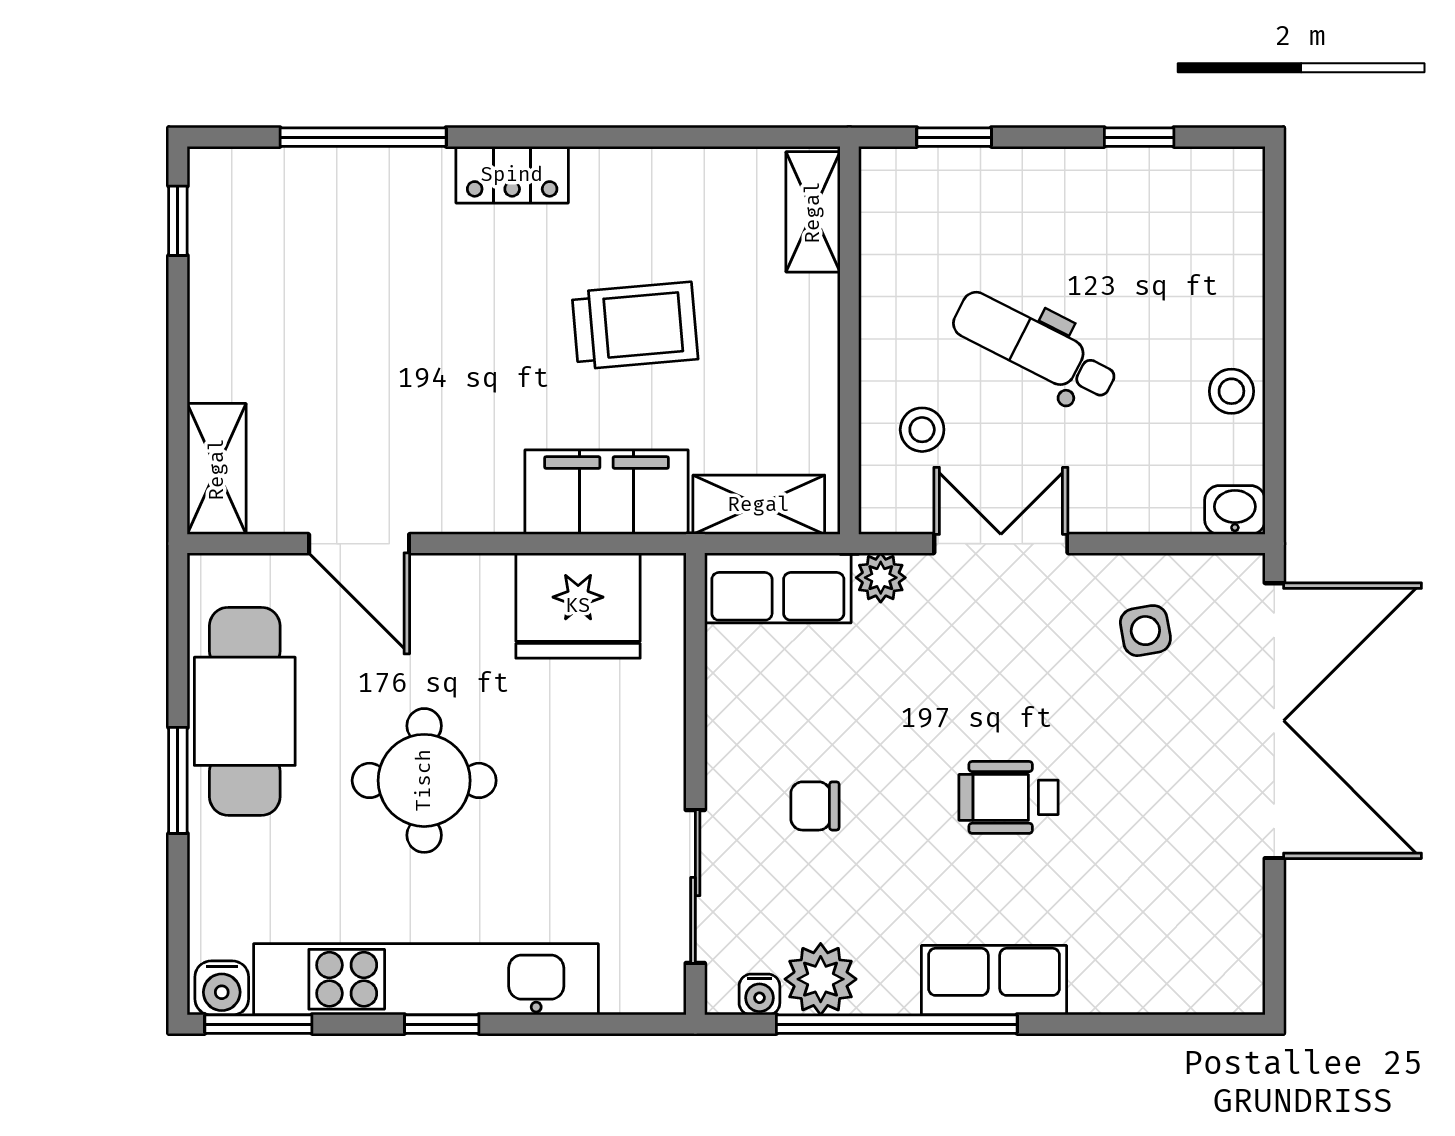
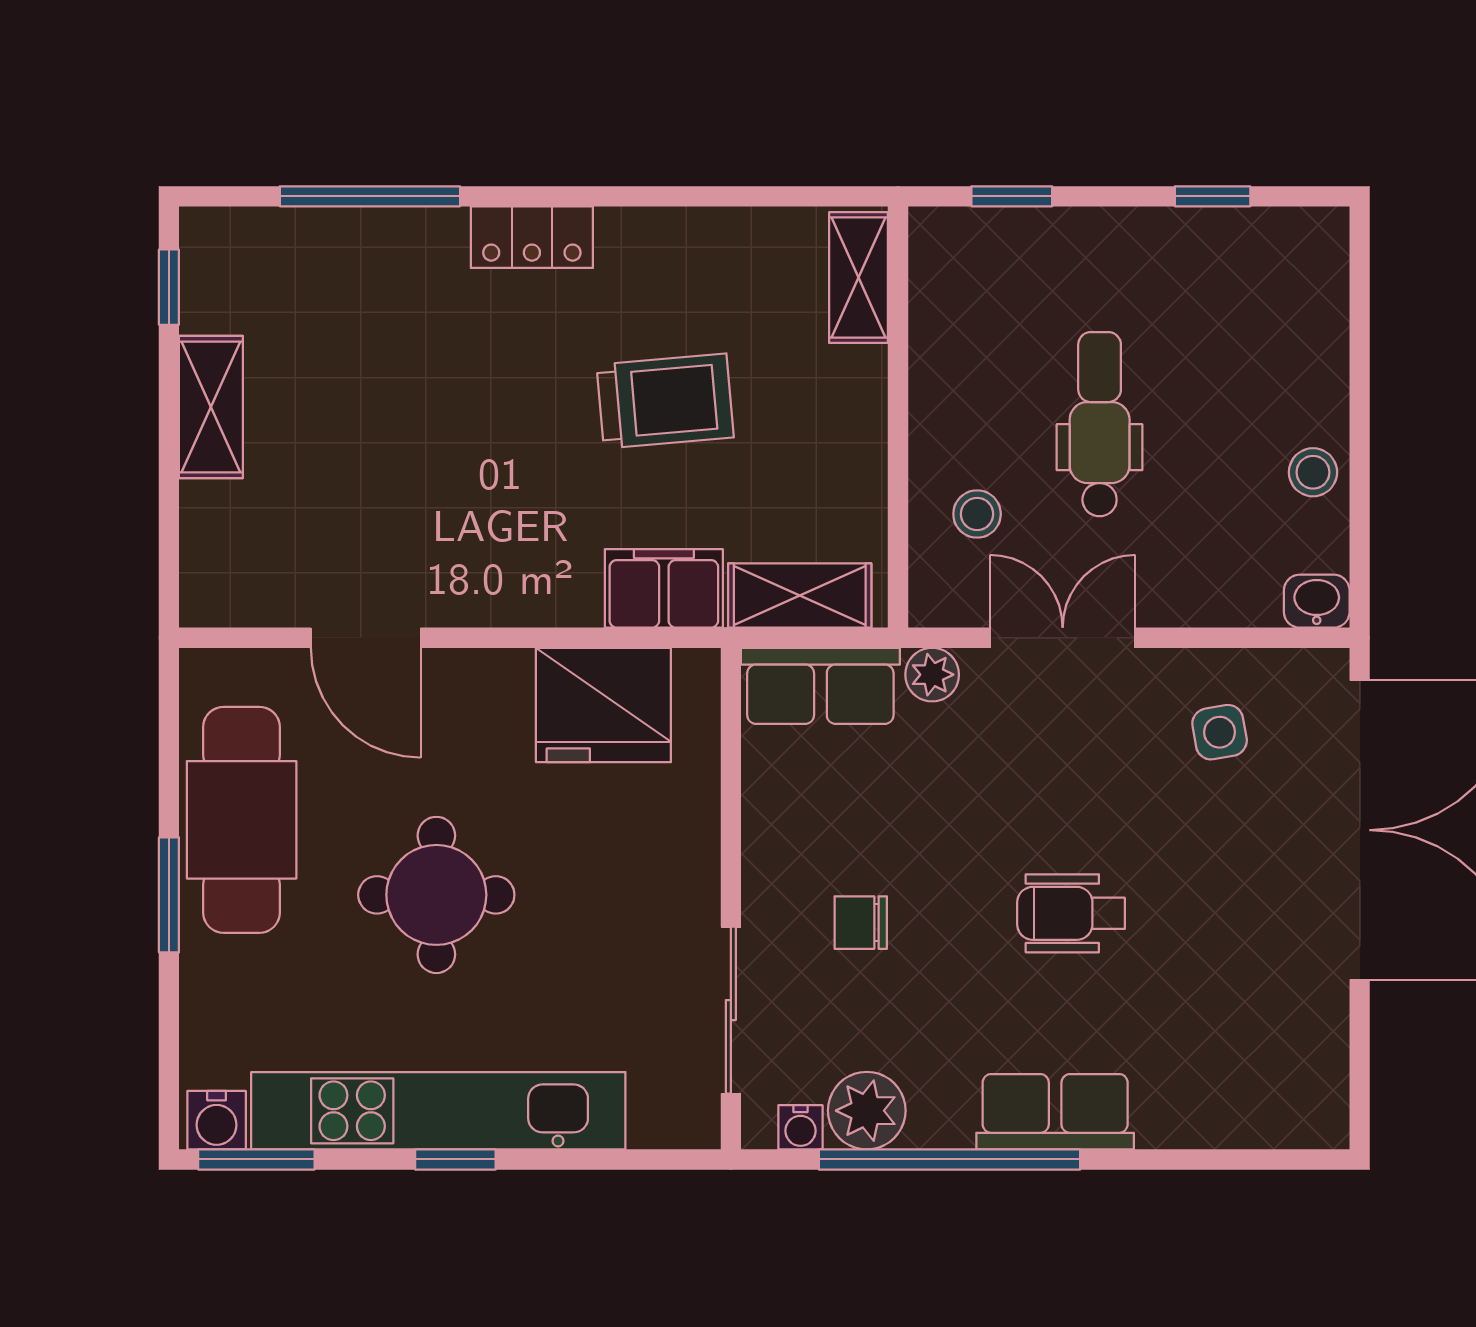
dental chair: (1035, 347) -> (1100, 424), turned 63
shelving: (217, 469) -> (211, 407), moved
filing cabinet: (607, 492) -> (664, 588), width x0.67, depth x0.86

